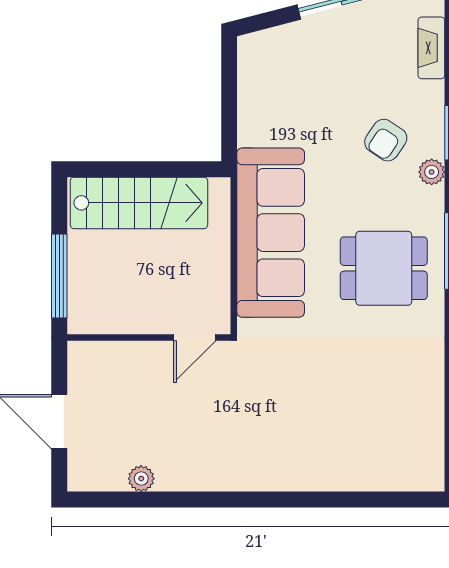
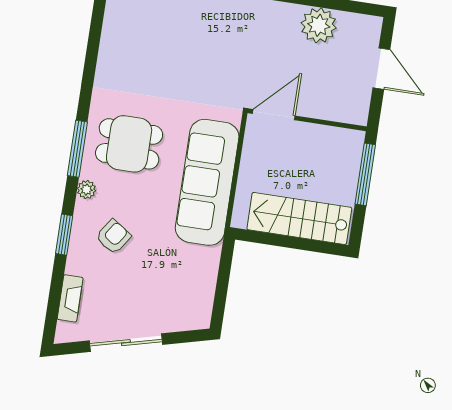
plant: (432, 172) -> (87, 190), moved
door: (195, 337) -> (274, 115), width x1.38
plant: (141, 479) -> (319, 25), width x1.88, depth x1.88

